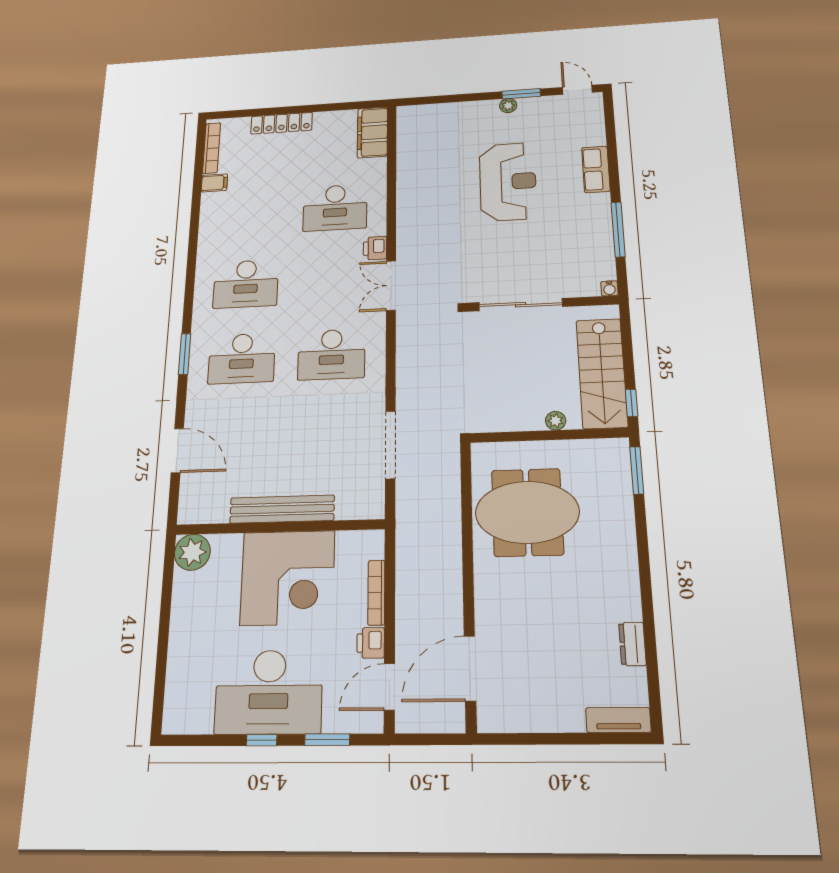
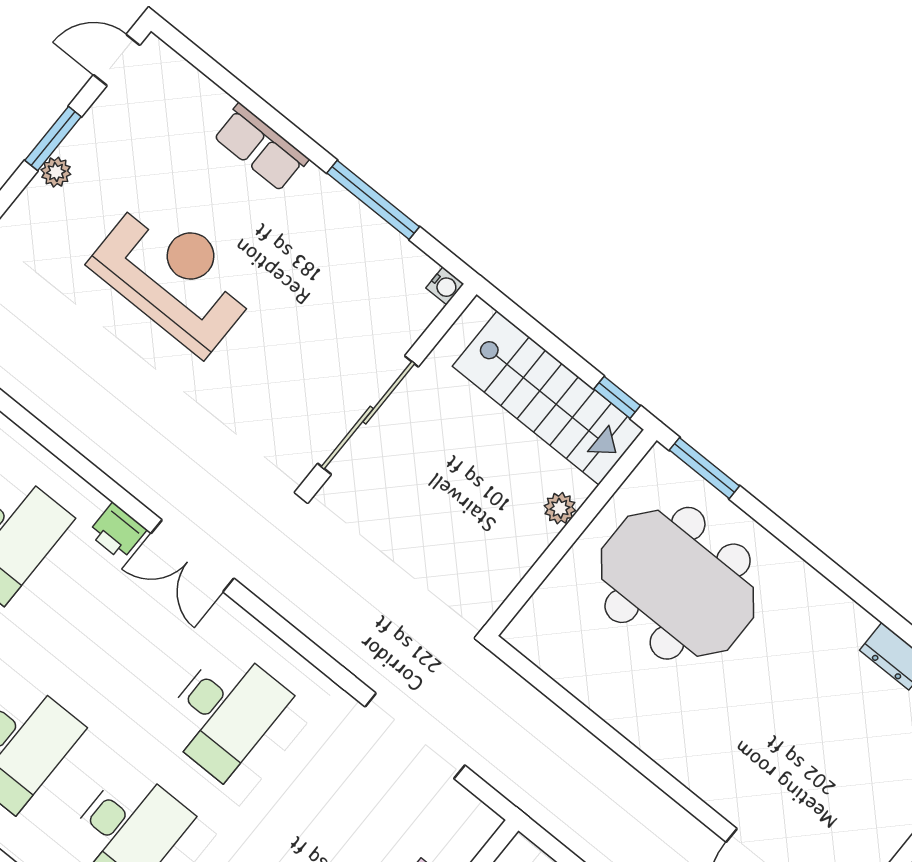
meeting table: (527, 512) -> (678, 583), moved, turned 90

